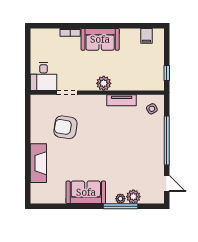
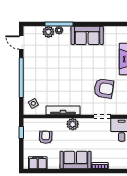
filing cabinet: (146, 36) -> (38, 163), width x2.00
armchair: (137, 67) -> (46, 137), added
tv unit: (122, 100) -> (63, 110), width x1.41

